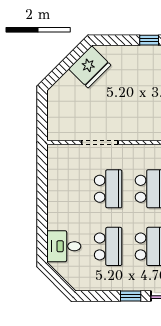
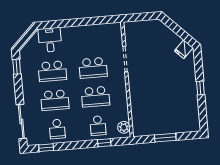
fridge: (90, 67) -> (184, 49), width x0.53, depth x0.75
window: (131, 296) -> (17, 67), moved

